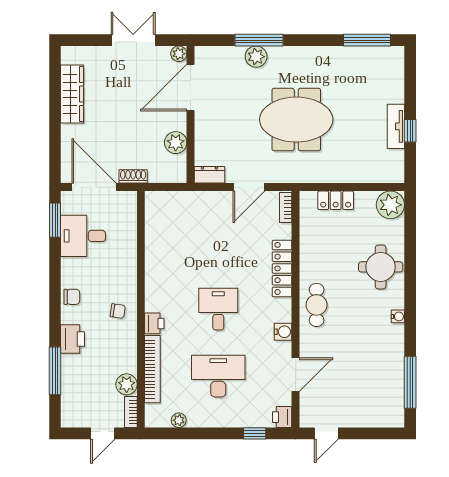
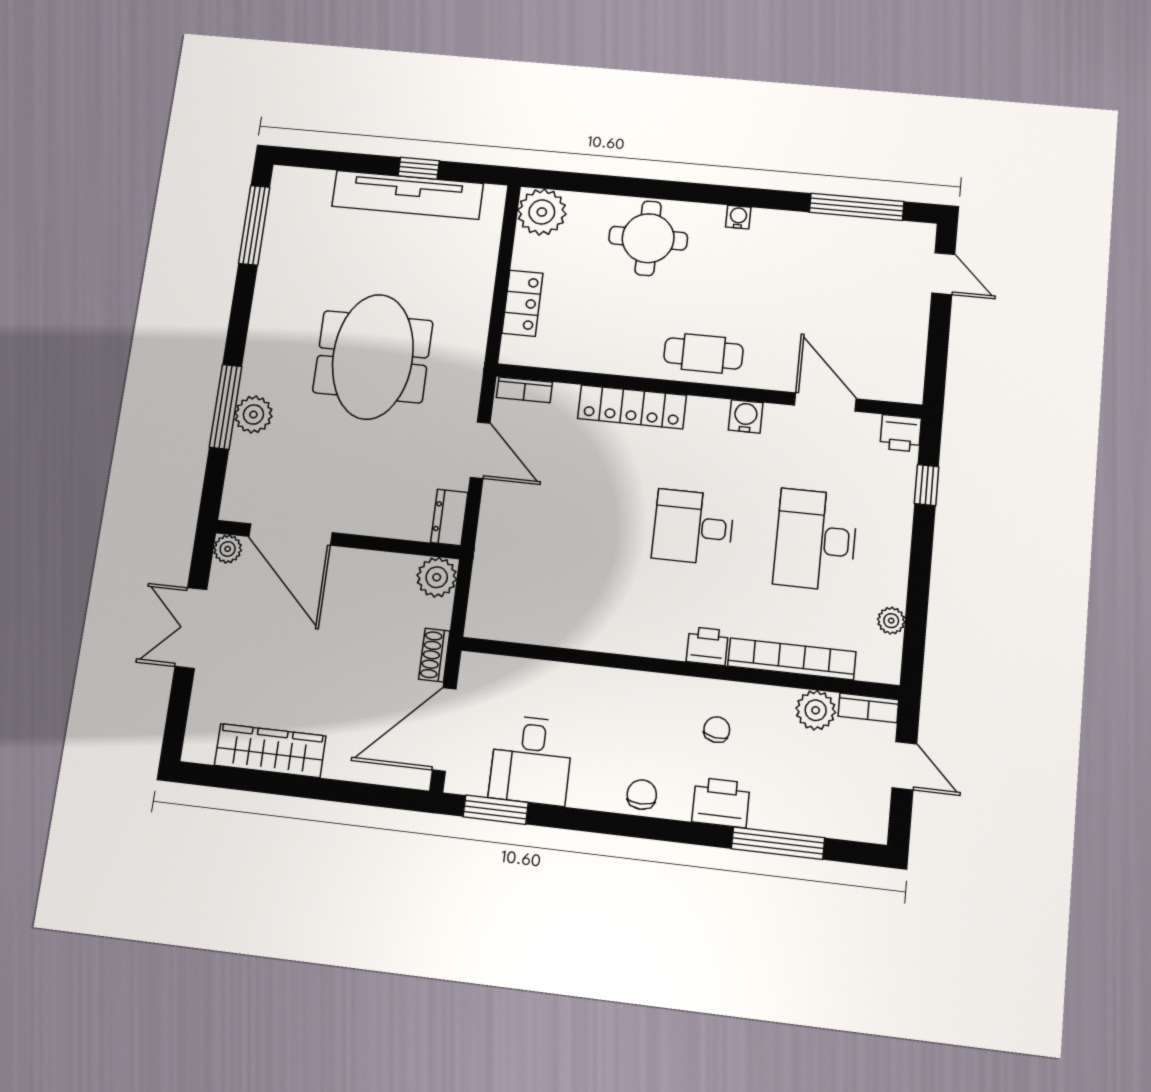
tv unit: (396, 126) -> (408, 195), width x1.92, depth x1.29
plant: (176, 143) -> (437, 577), moved
chair: (118, 311) -> (717, 730), moved
door: (326, 433) -> (943, 274), moved

